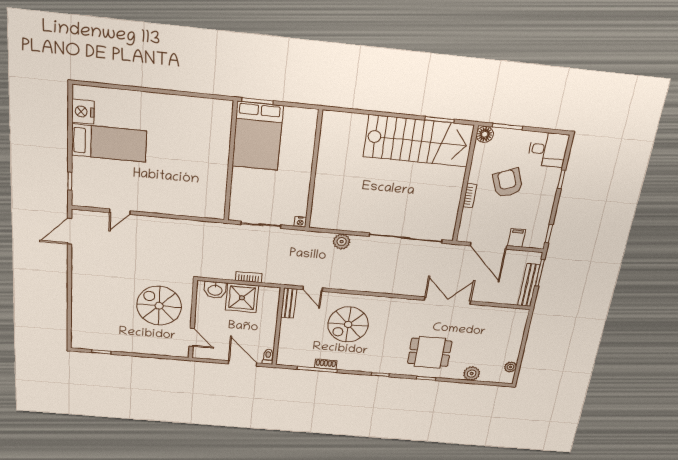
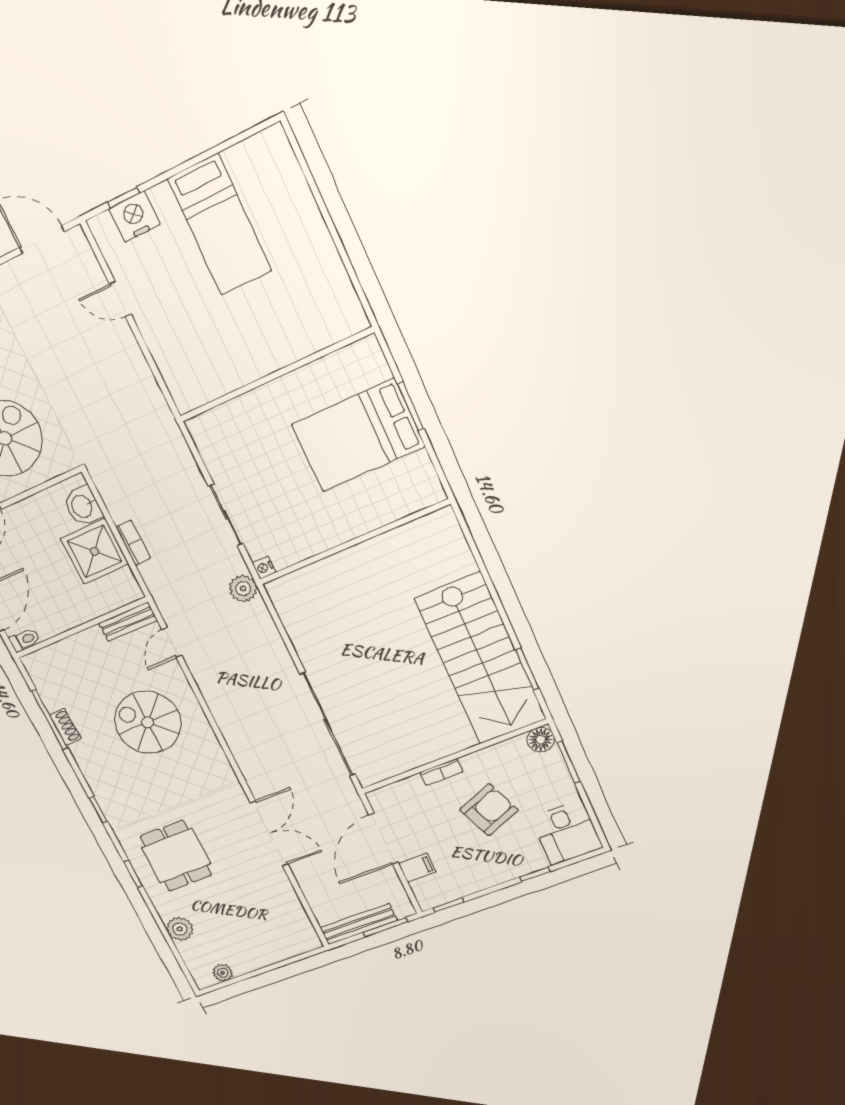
nightstand: (83, 112) -> (135, 216), moved
wall: (231, 162) -> (276, 375), moved
plant: (342, 242) -> (243, 589), moved

